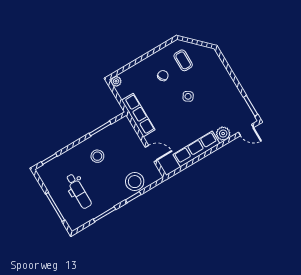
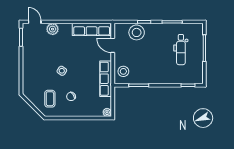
row of seats: (196, 149) -> (92, 29), moved
stool: (97, 156) -> (123, 71), moved
dental chair: (79, 191) -> (181, 50), turned 180

